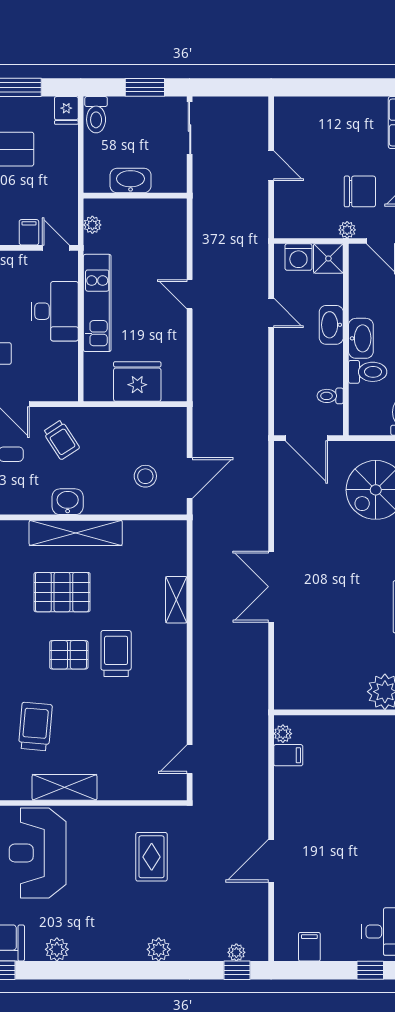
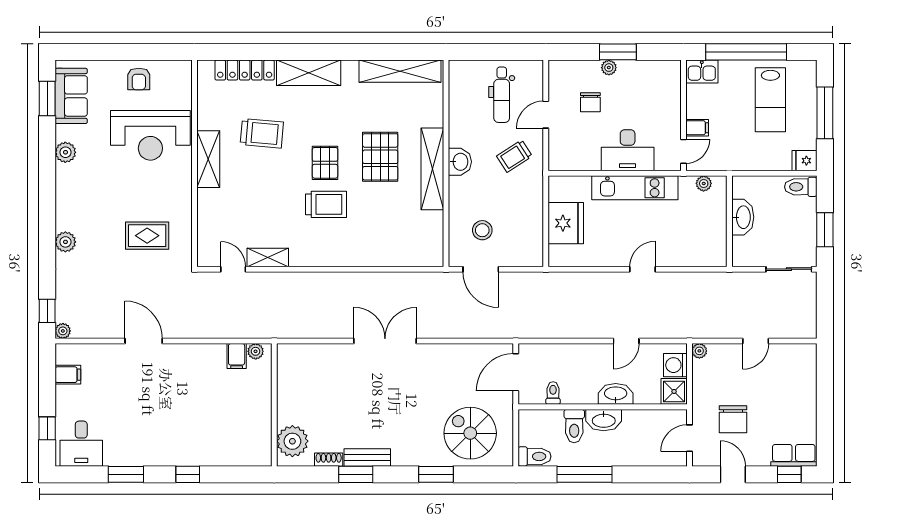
plant: (347, 230) -> (699, 351), moved
shelving: (176, 600) -> (268, 257), moved
reception desk: (38, 853) -> (150, 135), turned 180
plant: (236, 952) -> (63, 331), moved

